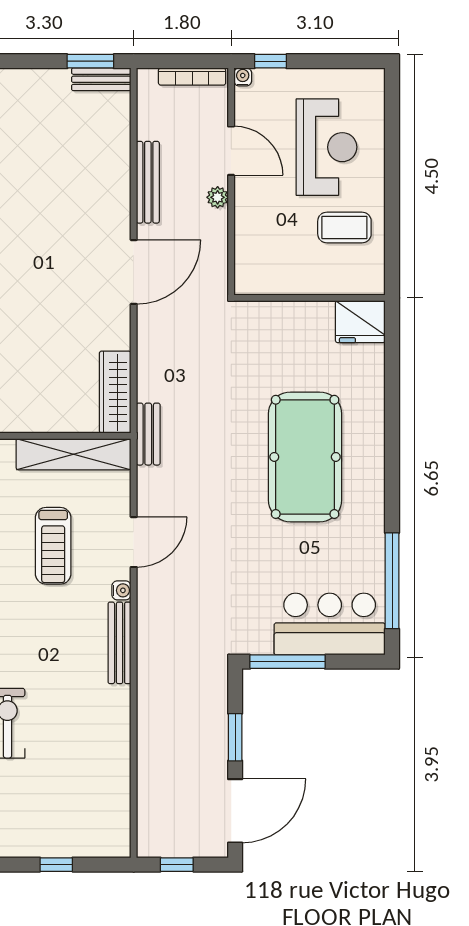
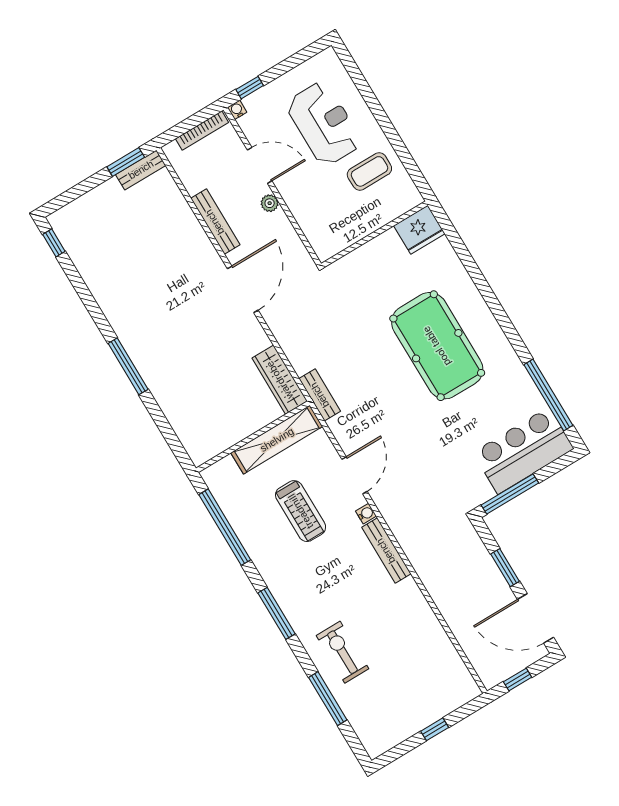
door: (235, 811) -> (536, 618), swing flipped

